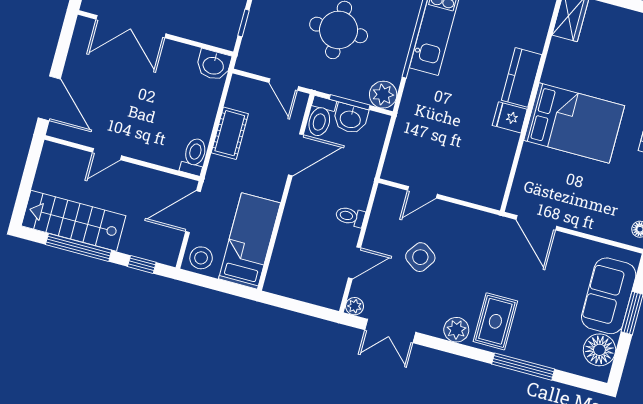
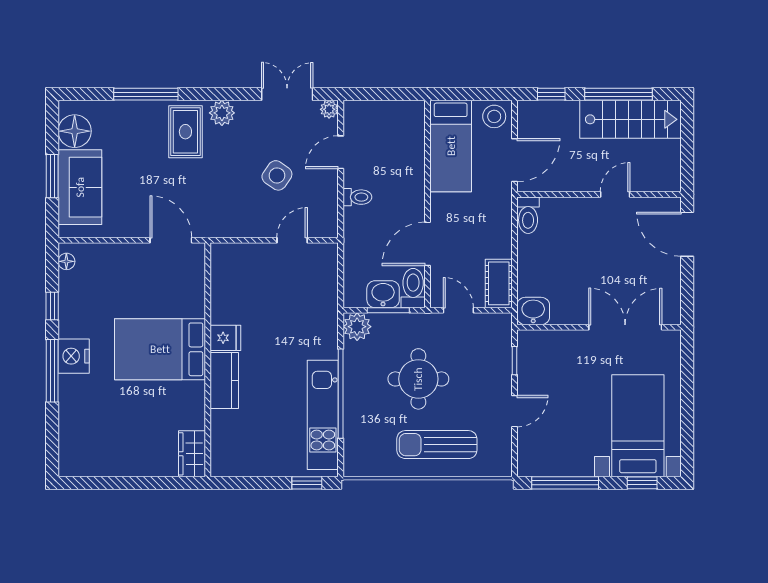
cot: (230, 133) -> (499, 283), moved

